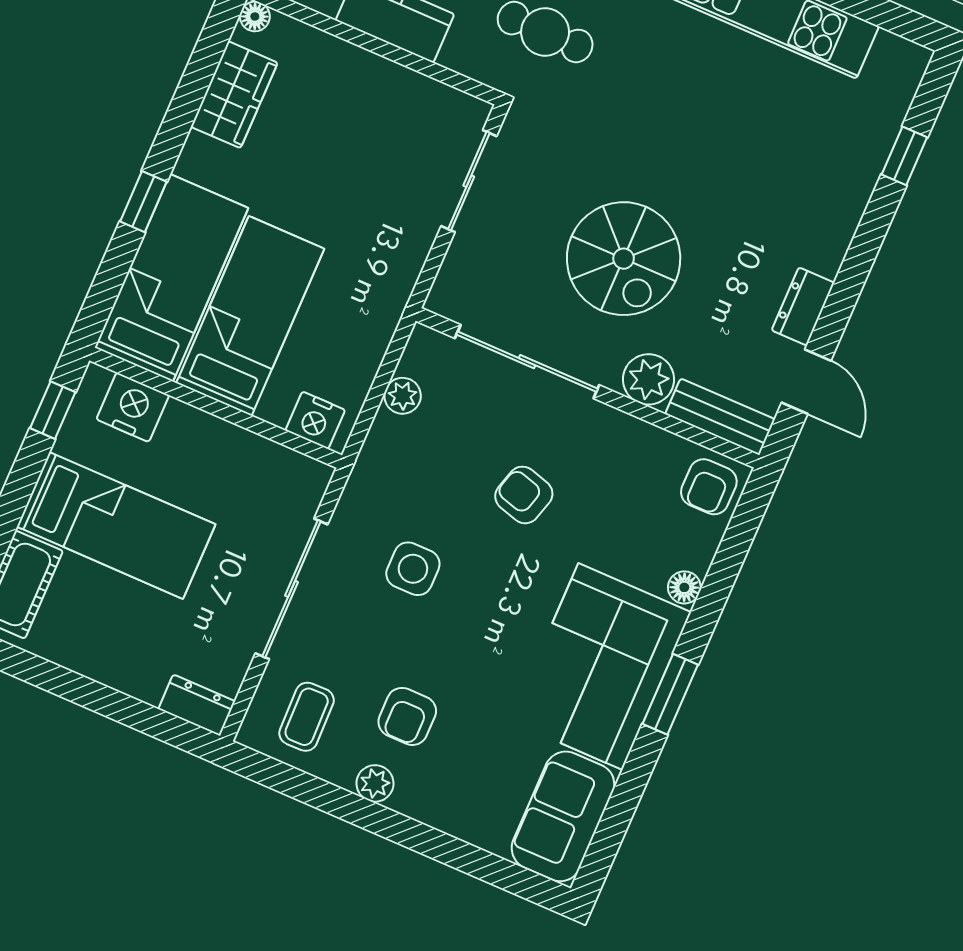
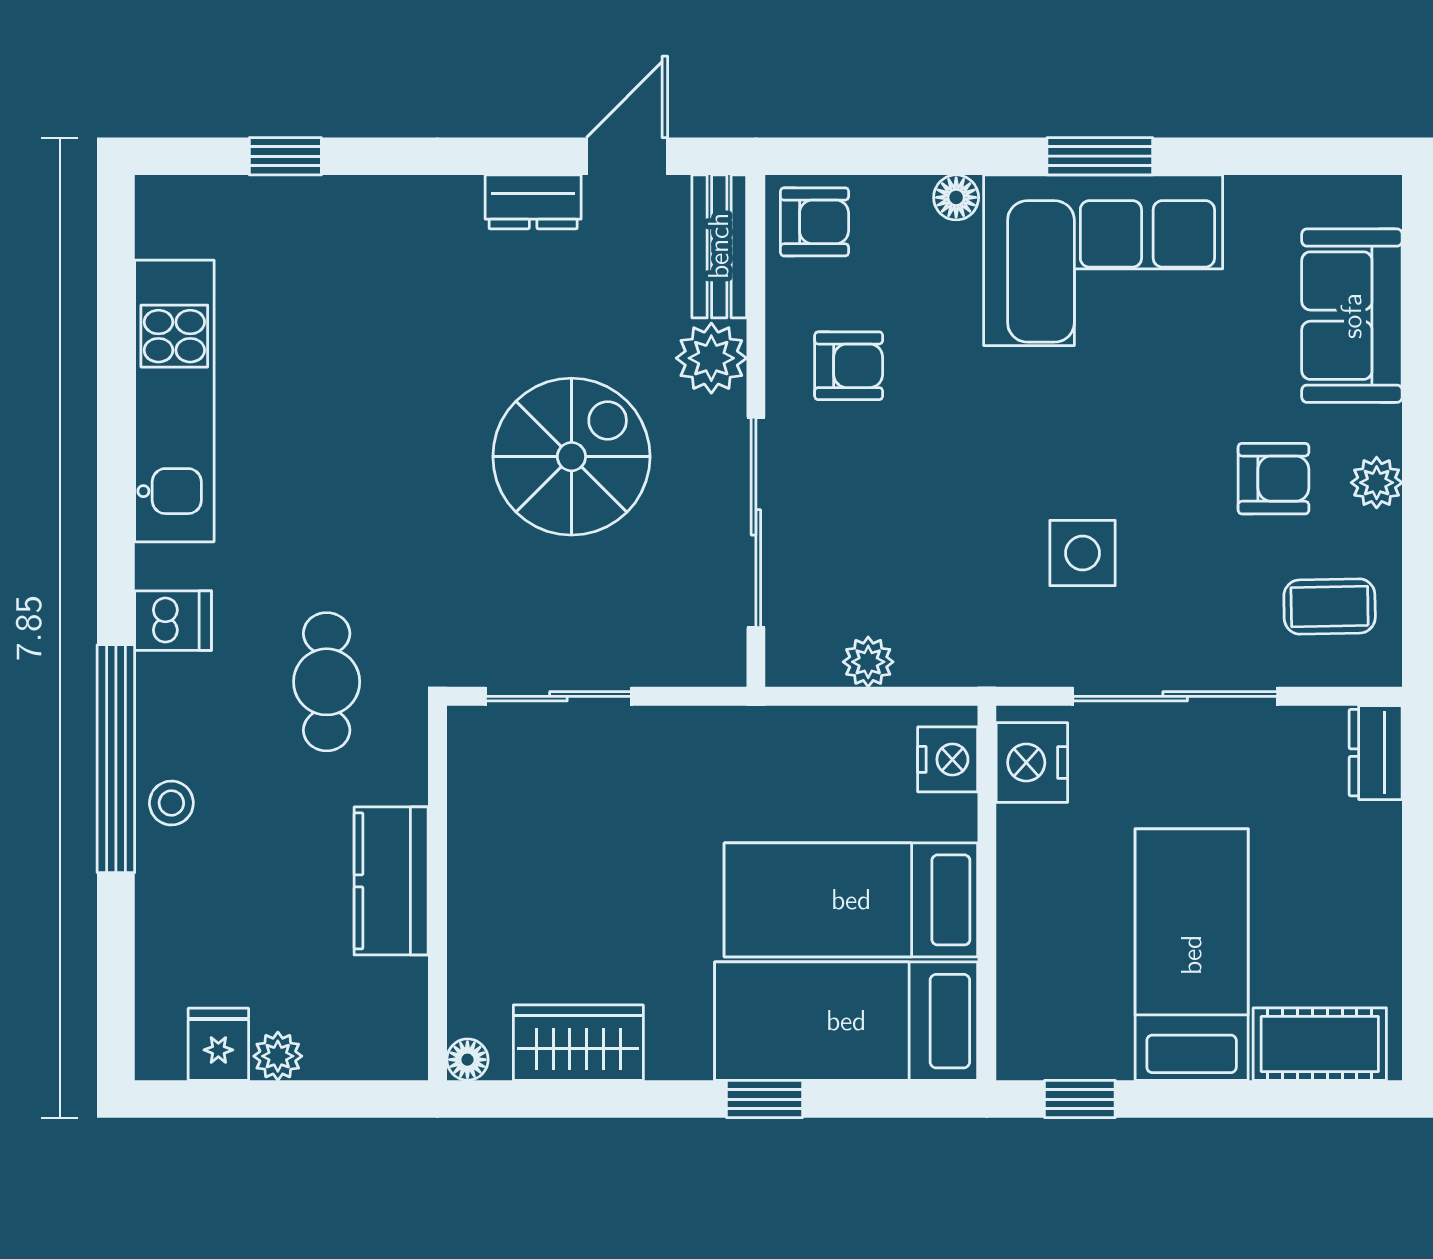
nightstand: (133, 407) -> (1032, 763), moved
armchair: (524, 495) -> (849, 366), moved, turned -106
sofa: (563, 816) -> (1352, 316), moved, turned 90

